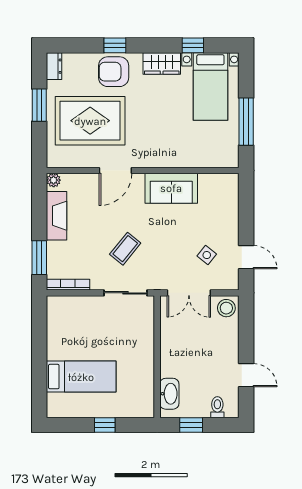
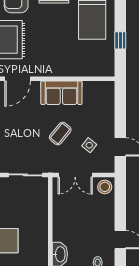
window: (246, 122) -> (120, 40), width x0.46
coffee table: (125, 249) -> (60, 134), moved

